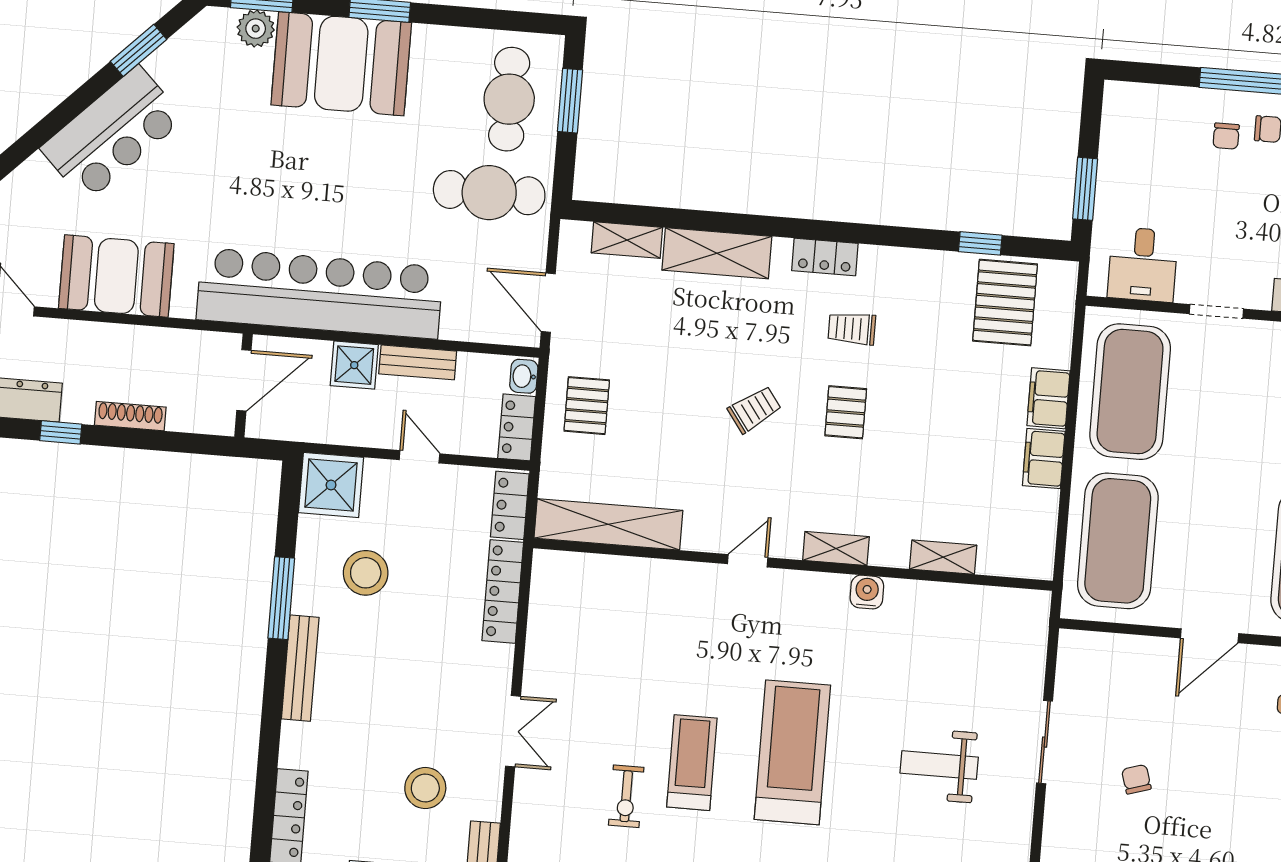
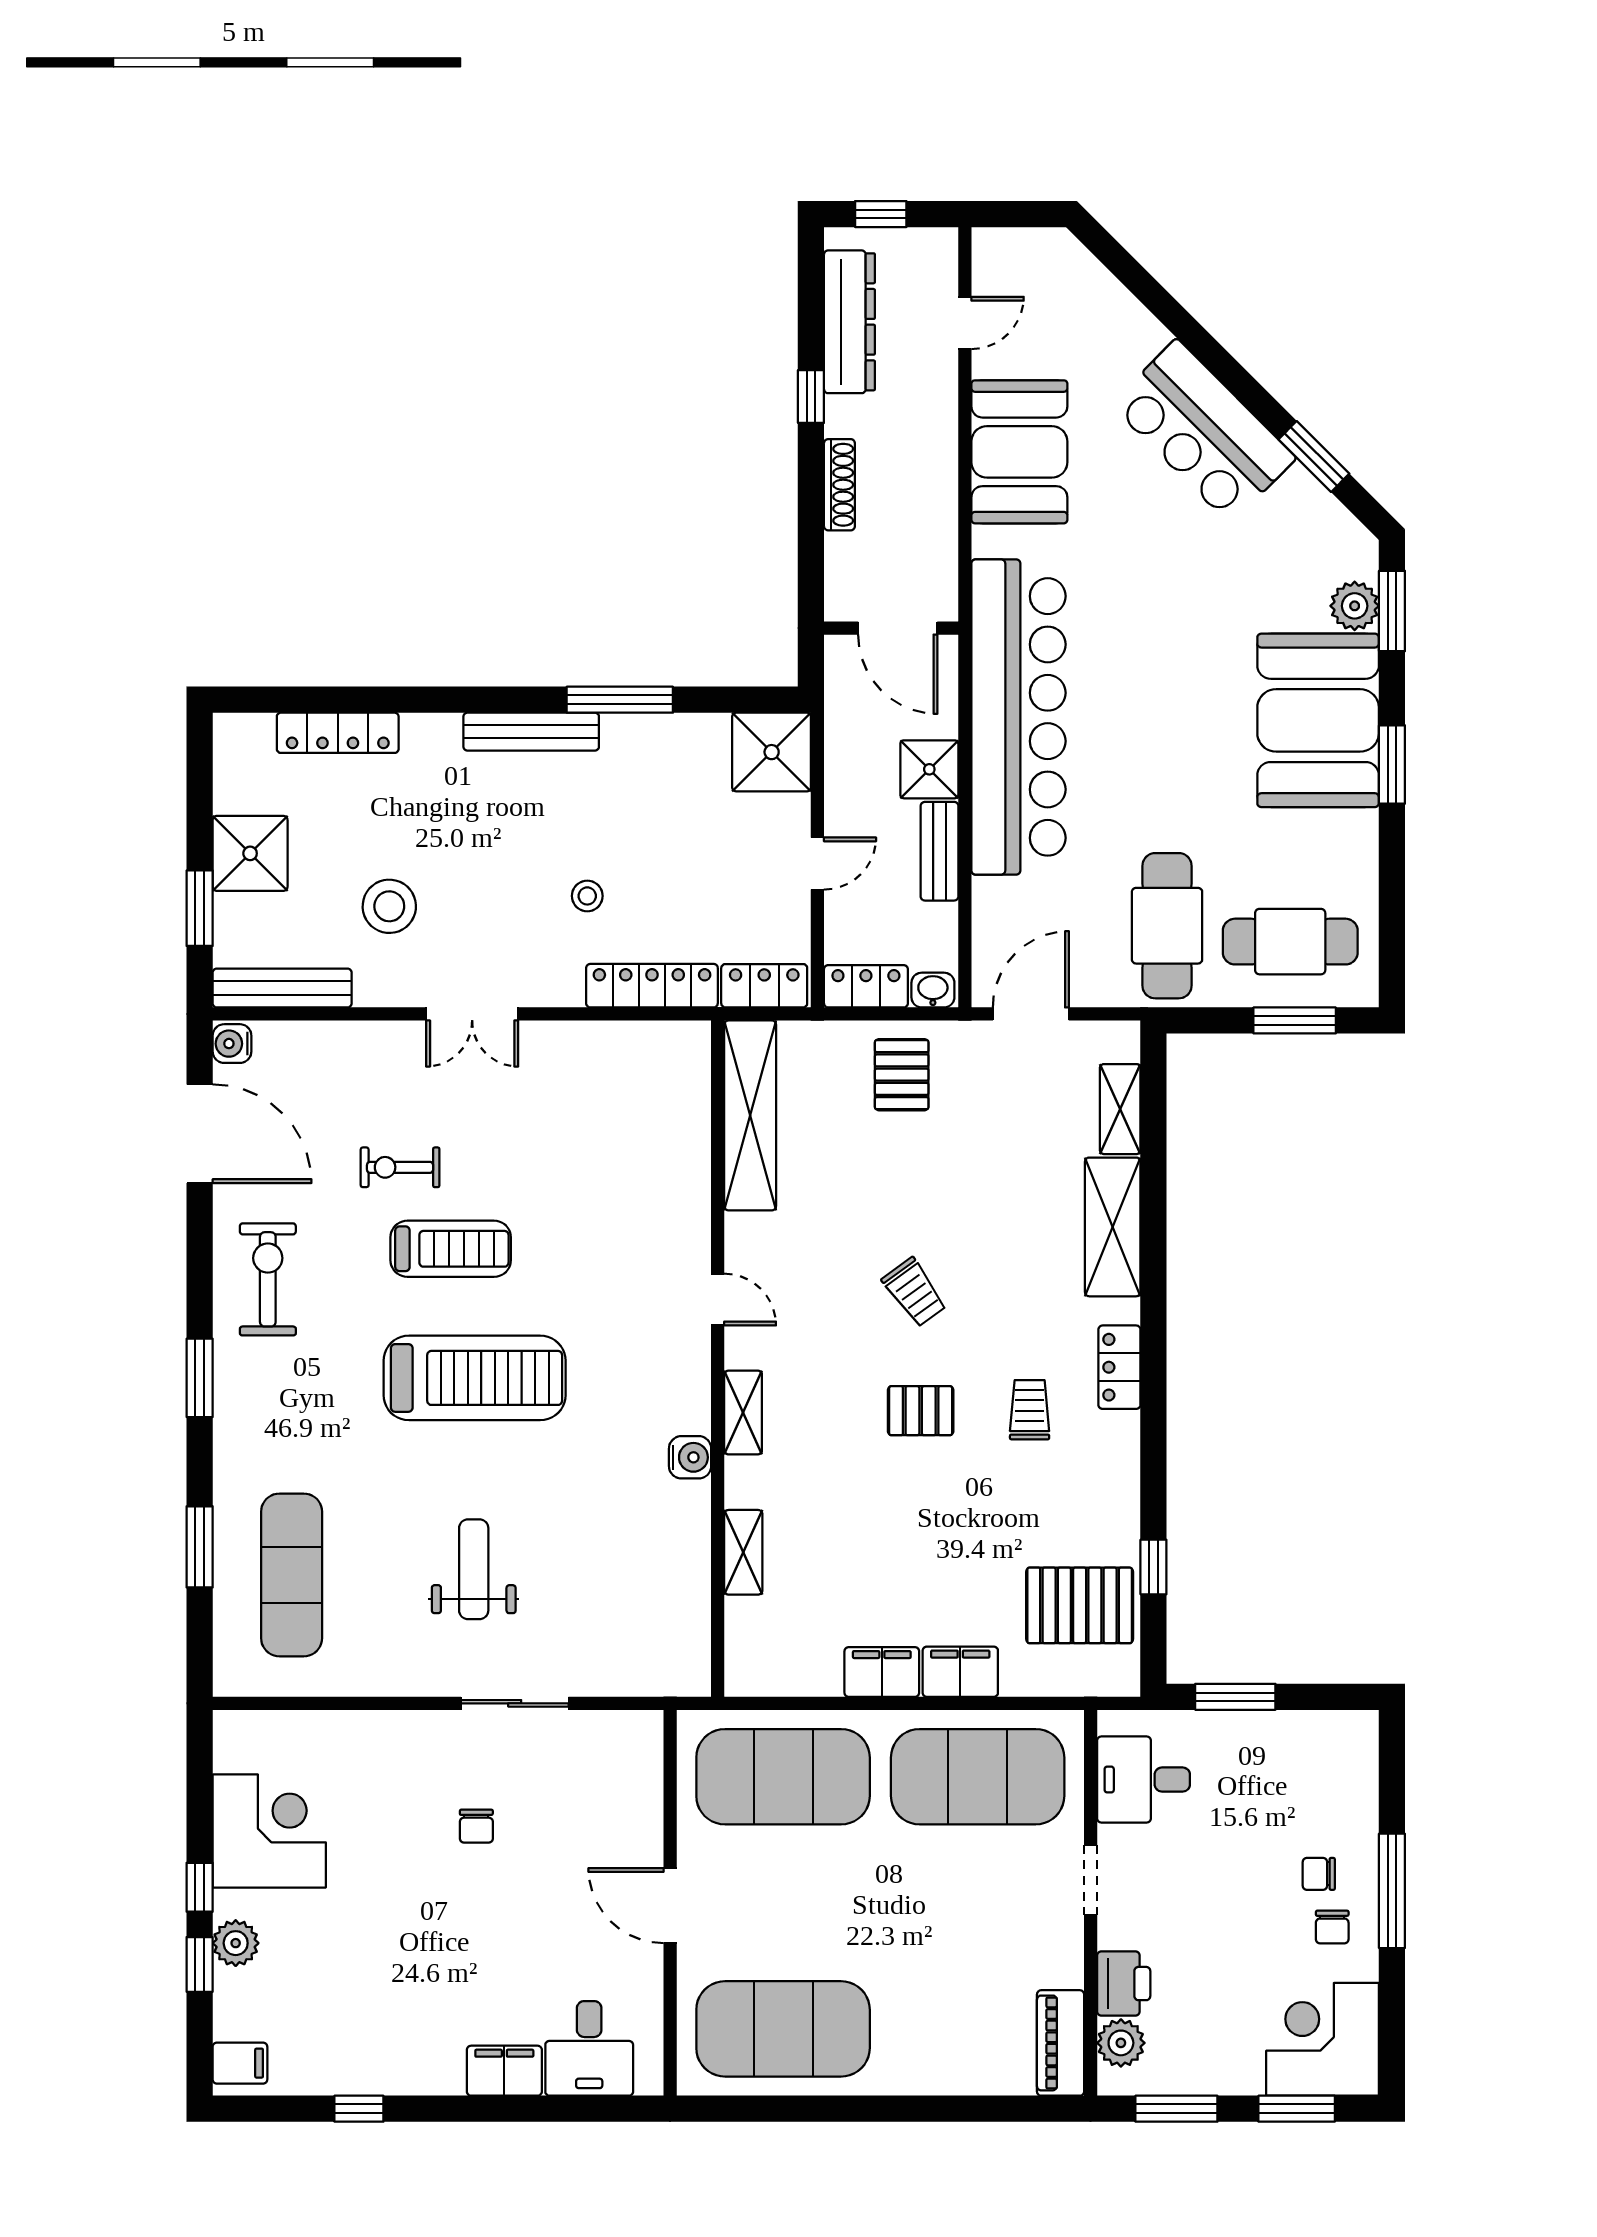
pallet: (587, 406) -> (902, 1075), turned 90
stool: (366, 573) -> (587, 896), moved, width x0.53, depth x0.53
chair: (1136, 779) -> (476, 1826), turned 107

